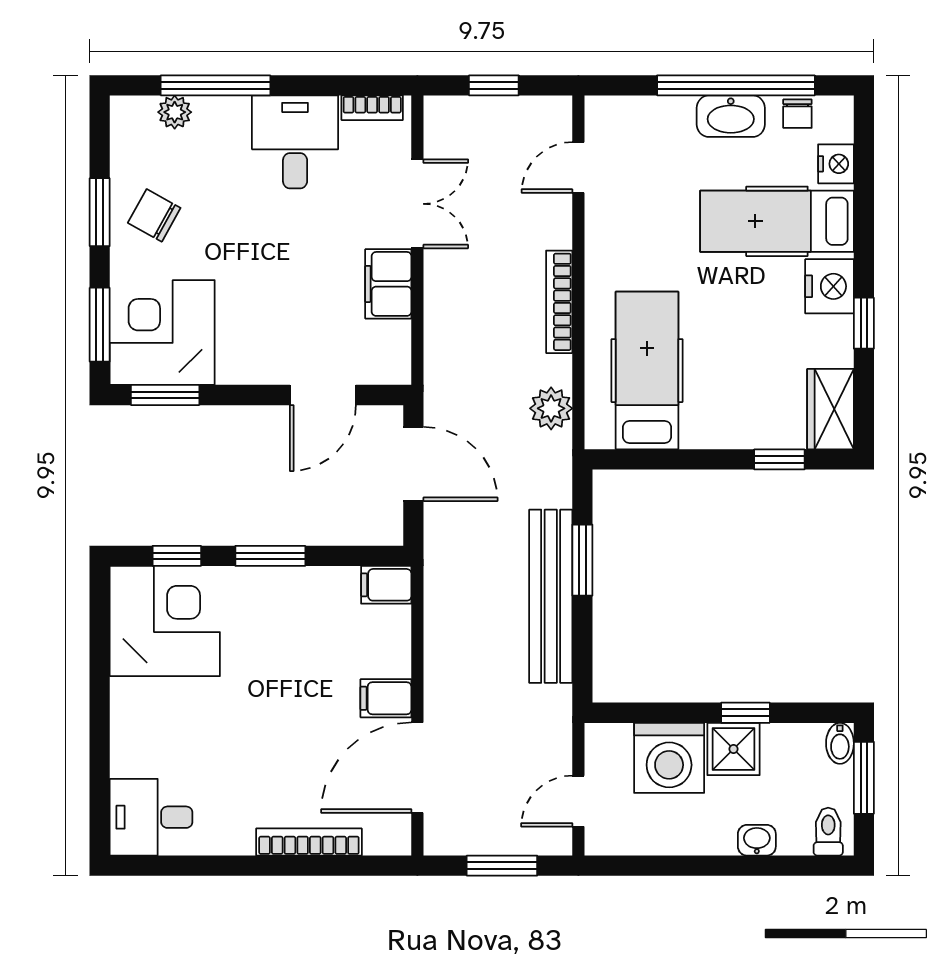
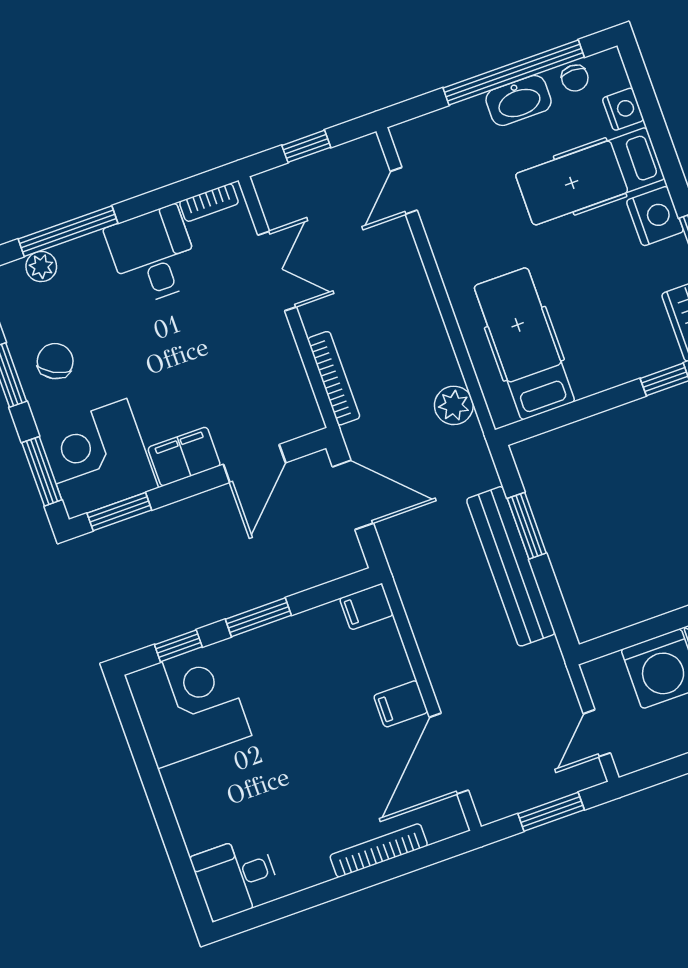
chair: (154, 215) -> (55, 361), turned 89
filing cabinet: (388, 284) -> (184, 457), moved, turned 90
bookcase: (559, 302) -> (334, 378), moved, turned 180

